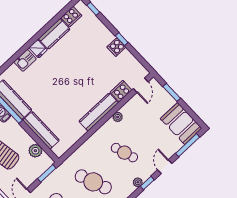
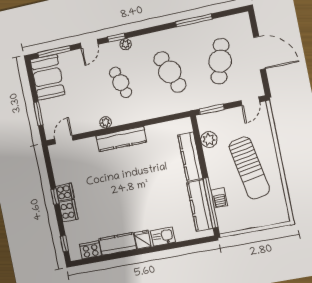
cooker: (121, 91) -> (68, 211), moved, turned -90

